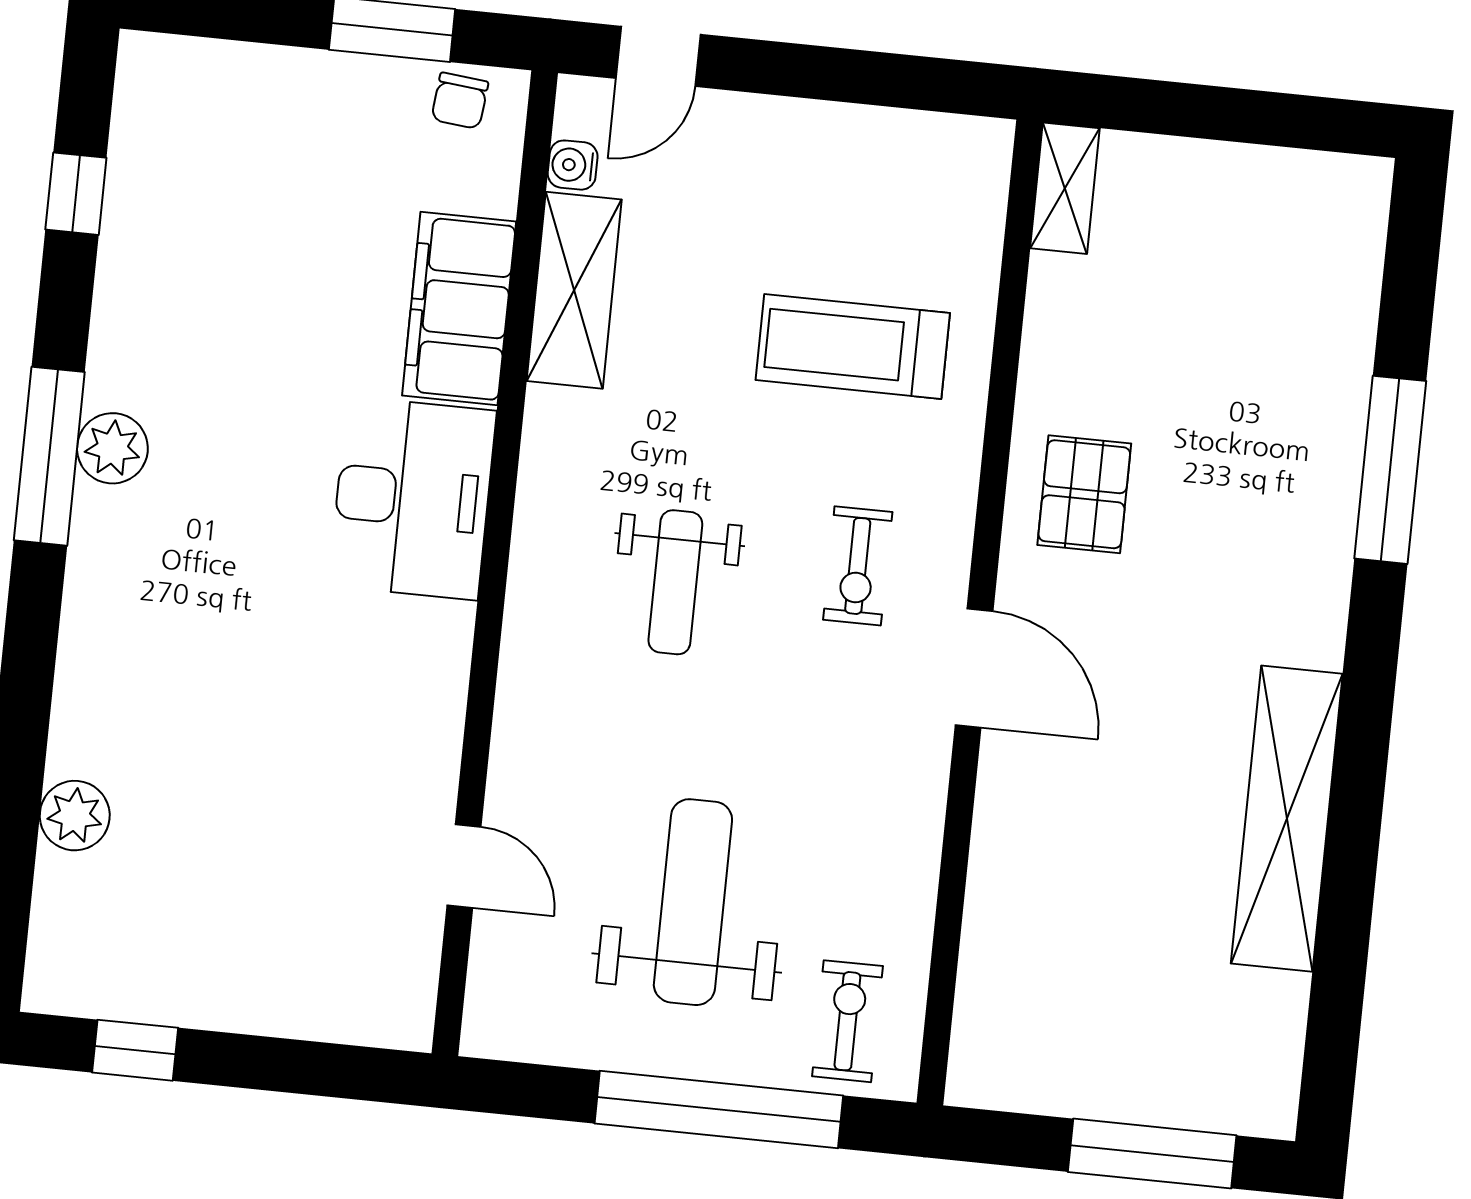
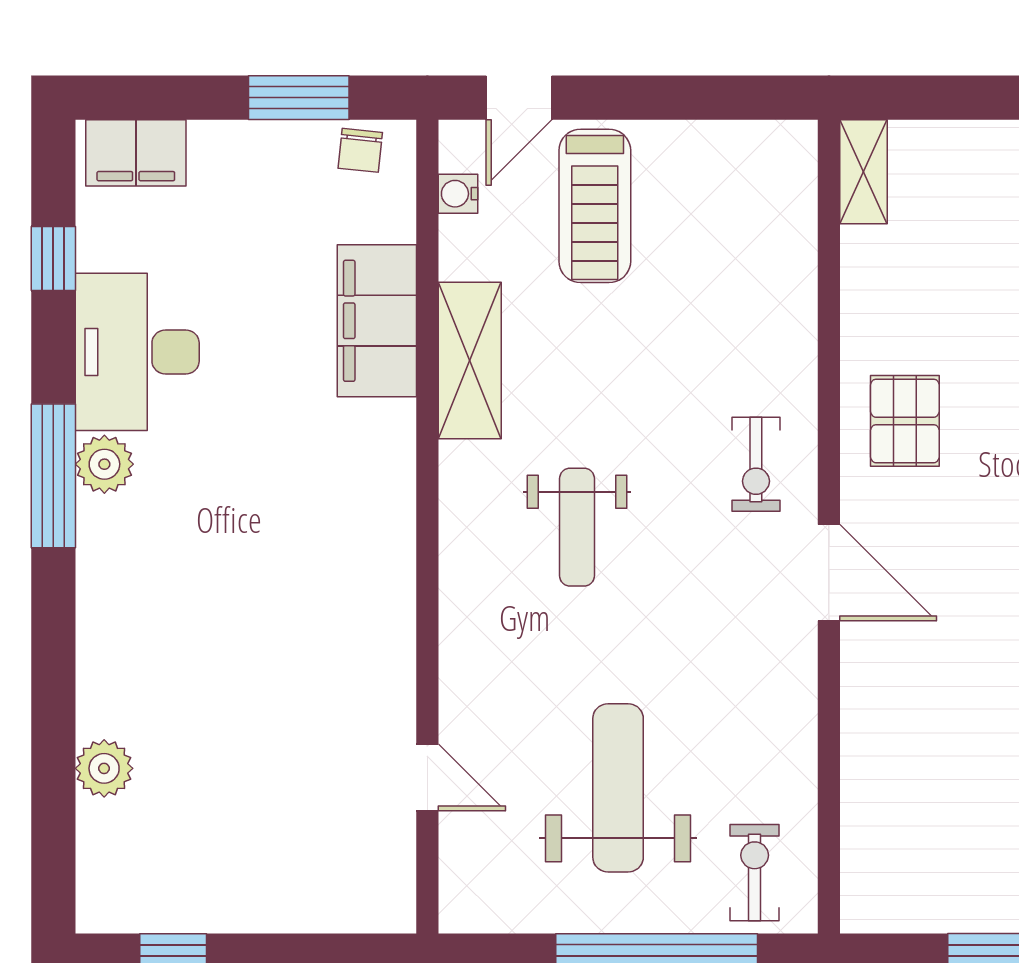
filing cabinet: (189, 76) -> (136, 153), added
shelving: (574, 290) -> (470, 360), moved
treadmill: (853, 347) -> (595, 206), moved, turned -90
desk: (412, 498) -> (137, 352), moved, turned 180
exercise bike: (858, 566) -> (756, 464), moved

